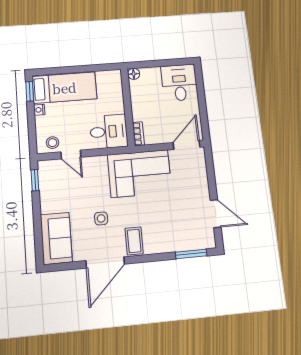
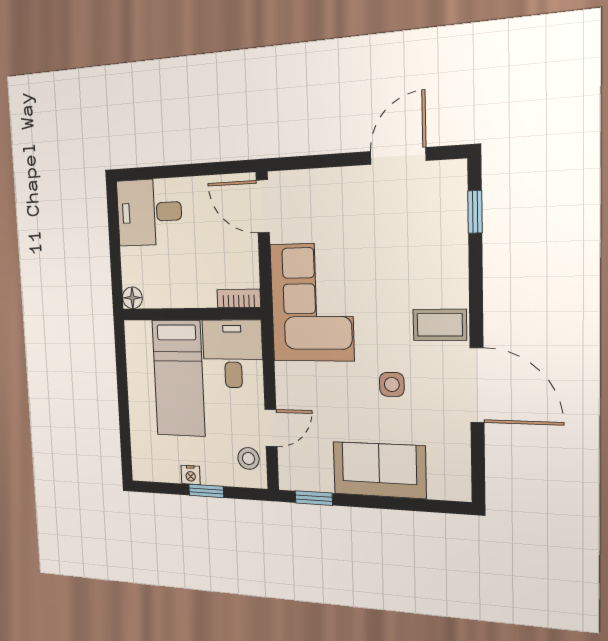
bed: (64, 88) -> (179, 378), moved, turned 180
window: (30, 91) -> (206, 491), moved
sofa: (56, 238) -> (379, 470), moved
window: (191, 254) -> (475, 212), width x0.67

